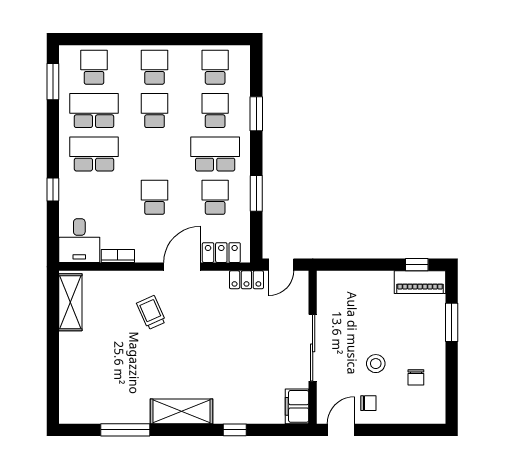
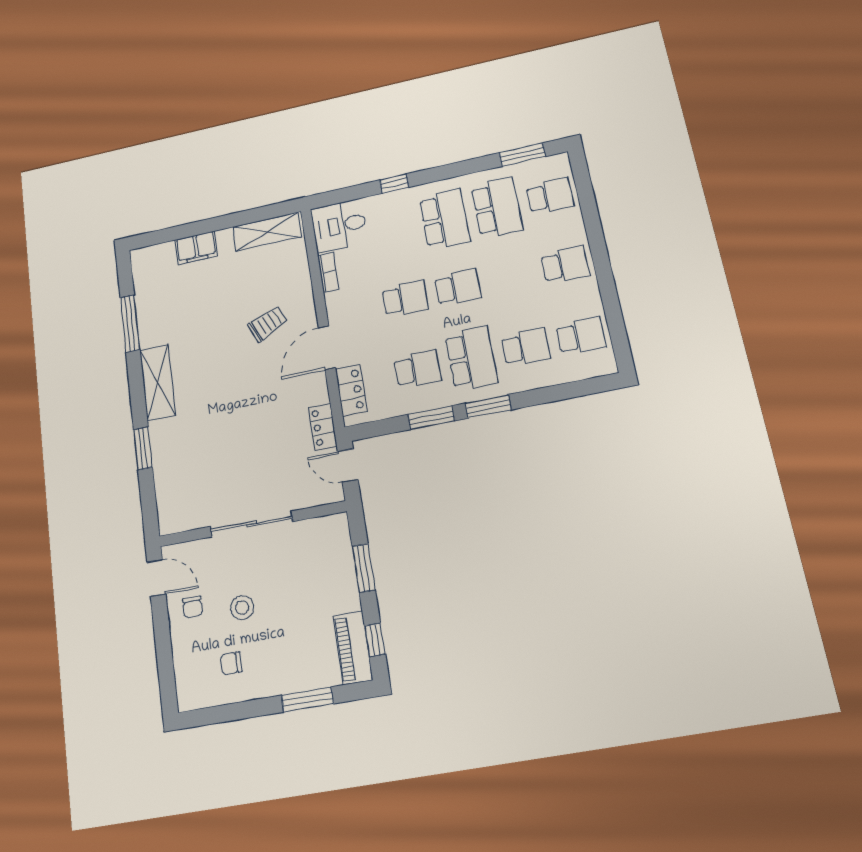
school desk: (155, 111) -> (458, 287), moved
window: (256, 114) -> (488, 406), moved
window: (362, 265) -> (364, 568), added
door: (182, 267) -> (327, 348), swing flipped
filing cabinet: (297, 406) -> (196, 248), moved, turned 180
window: (235, 430) -> (143, 448), width x1.50

